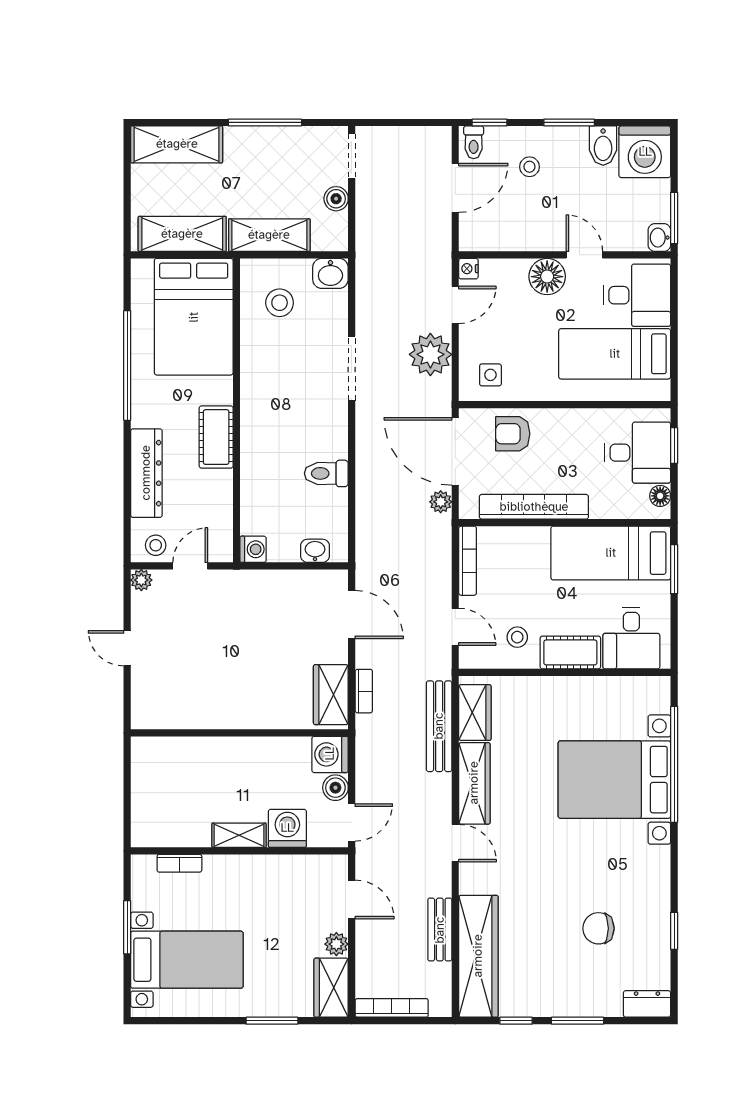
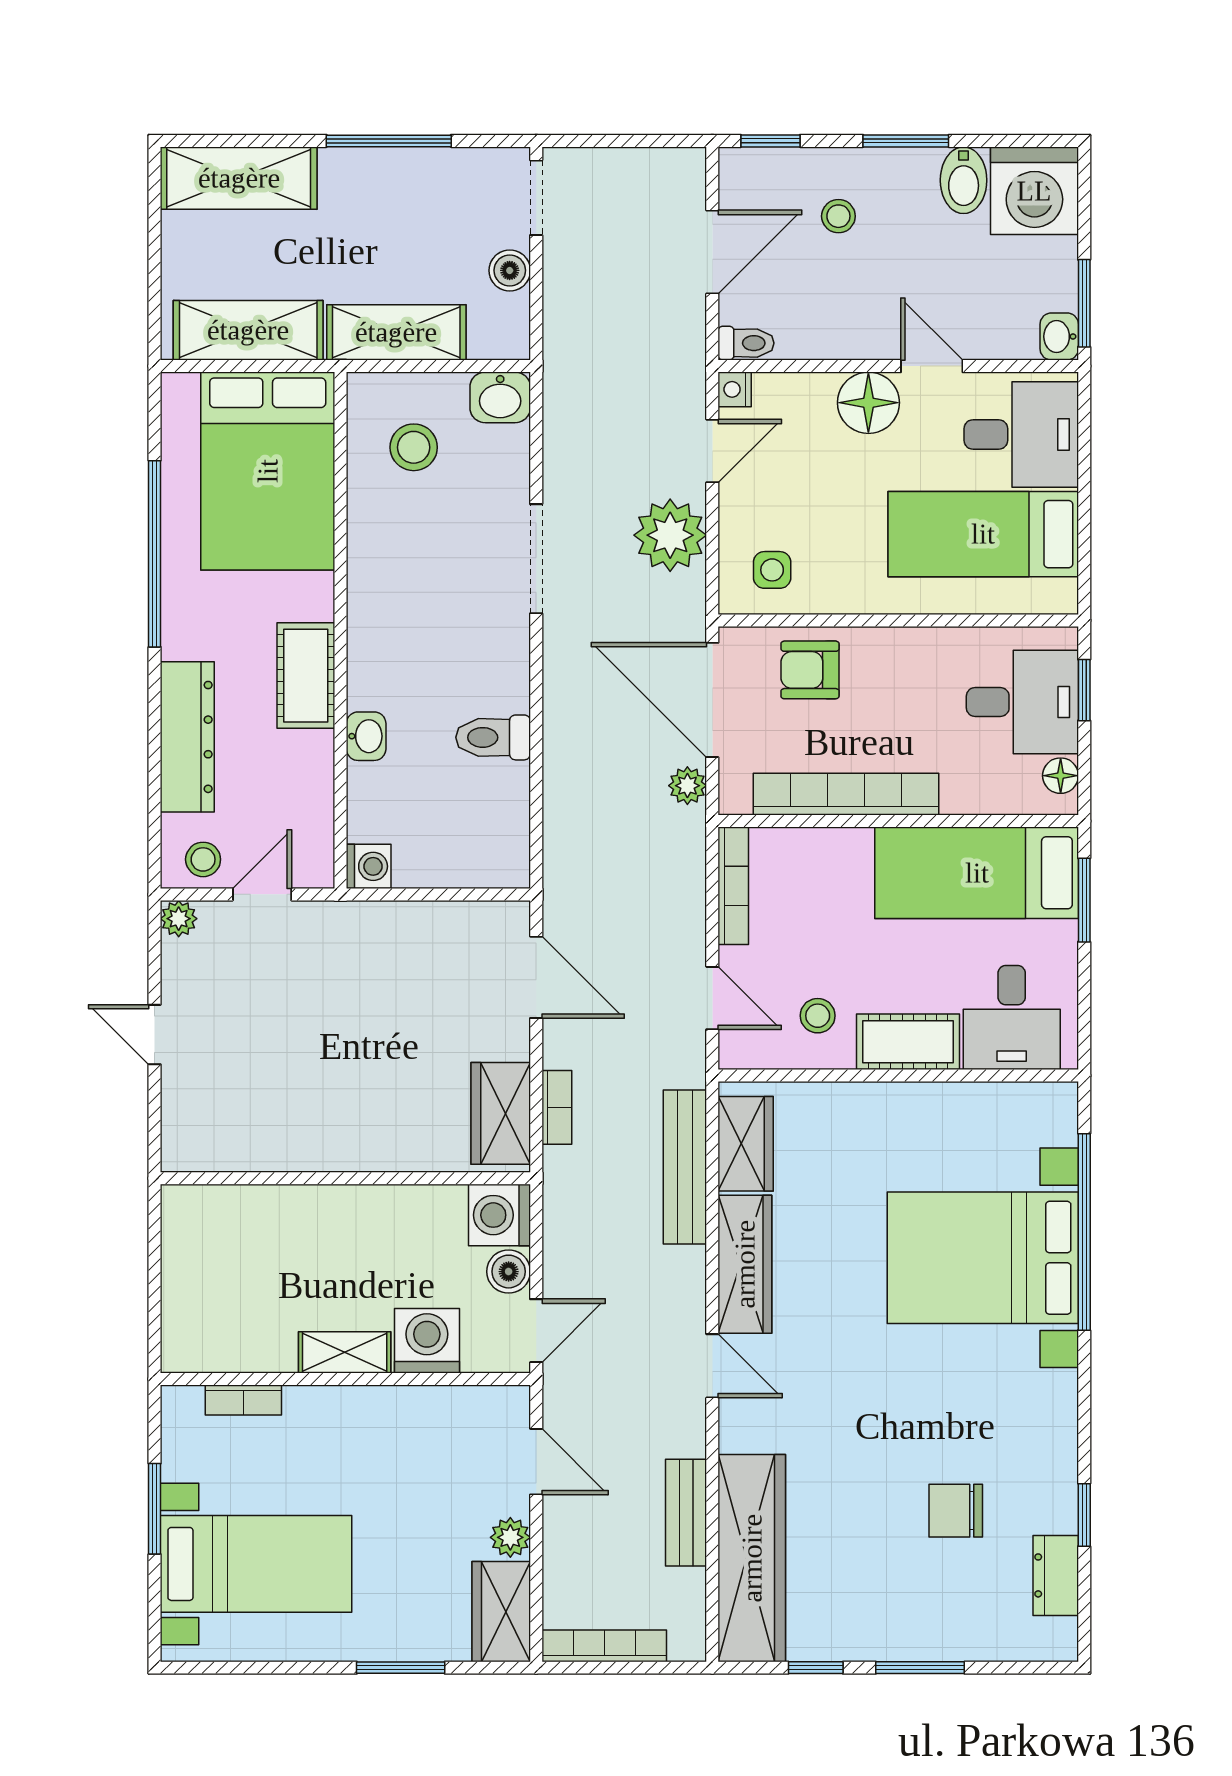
toilet: (474, 142) -> (746, 343), moved, turned -90
washbasin: (315, 551) -> (366, 736), moved, turned 90
dresser: (647, 1004) -> (1056, 1575), moved, turned -90

